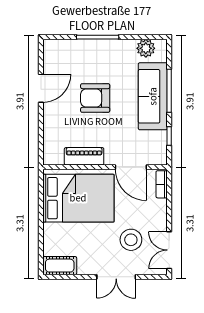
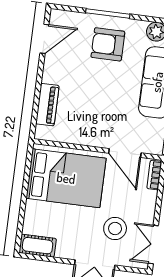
door: (41, 88) -> (44, 39), moved
armchair: (95, 98) -> (108, 44), moved
piano: (84, 156) -> (47, 105), moved, turned 90

